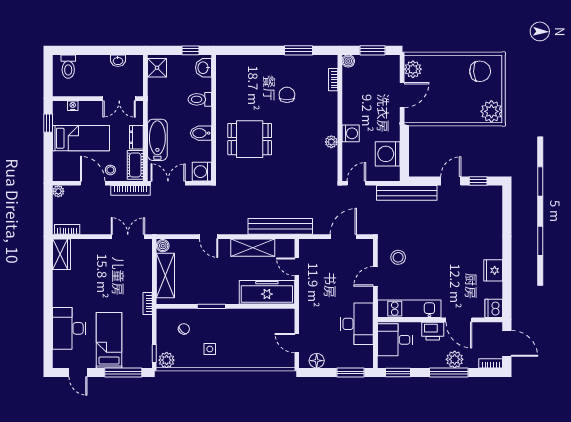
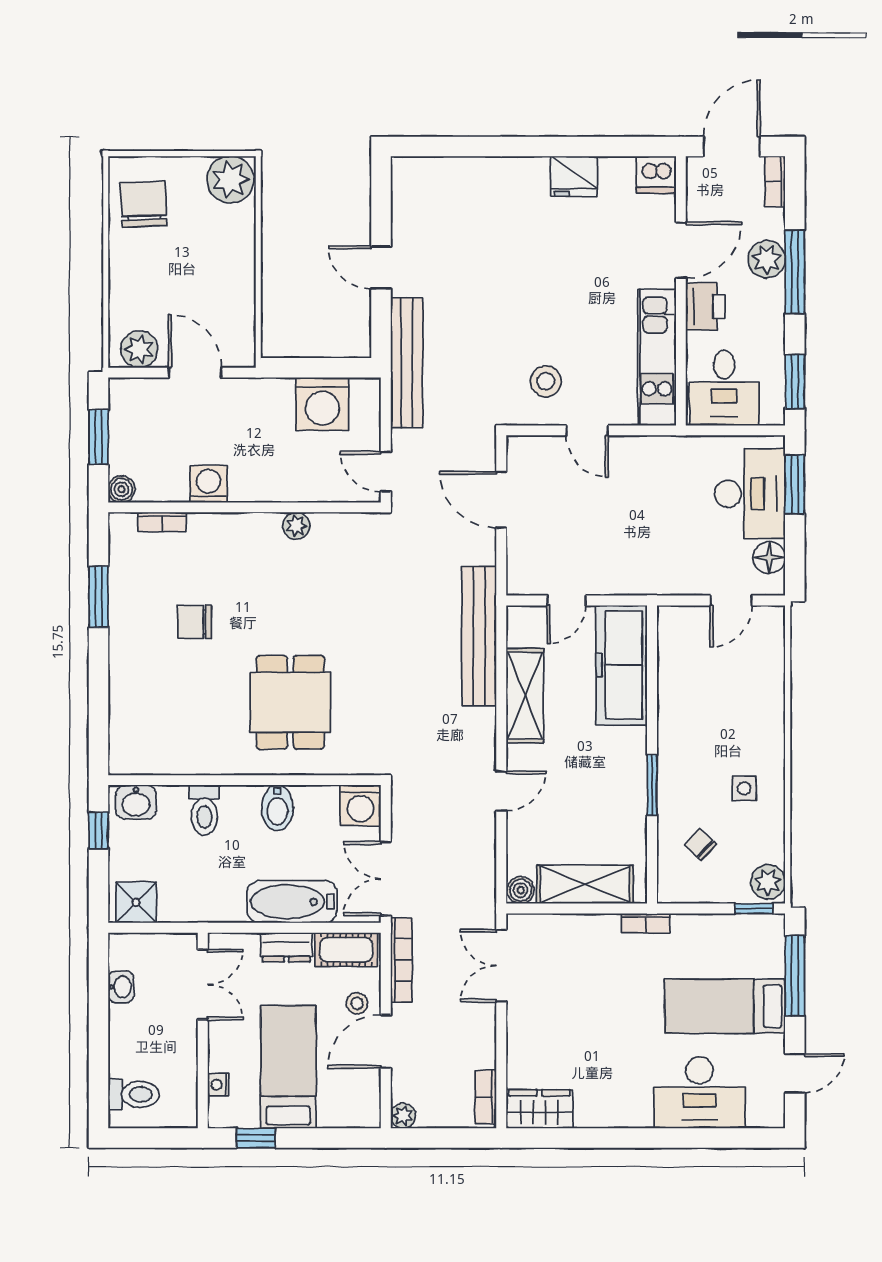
washing machine: (351, 133) -> (208, 484), moved
window: (478, 181) -> (381, 208), removed
desk: (357, 324) -> (750, 494), moved, turned 90

